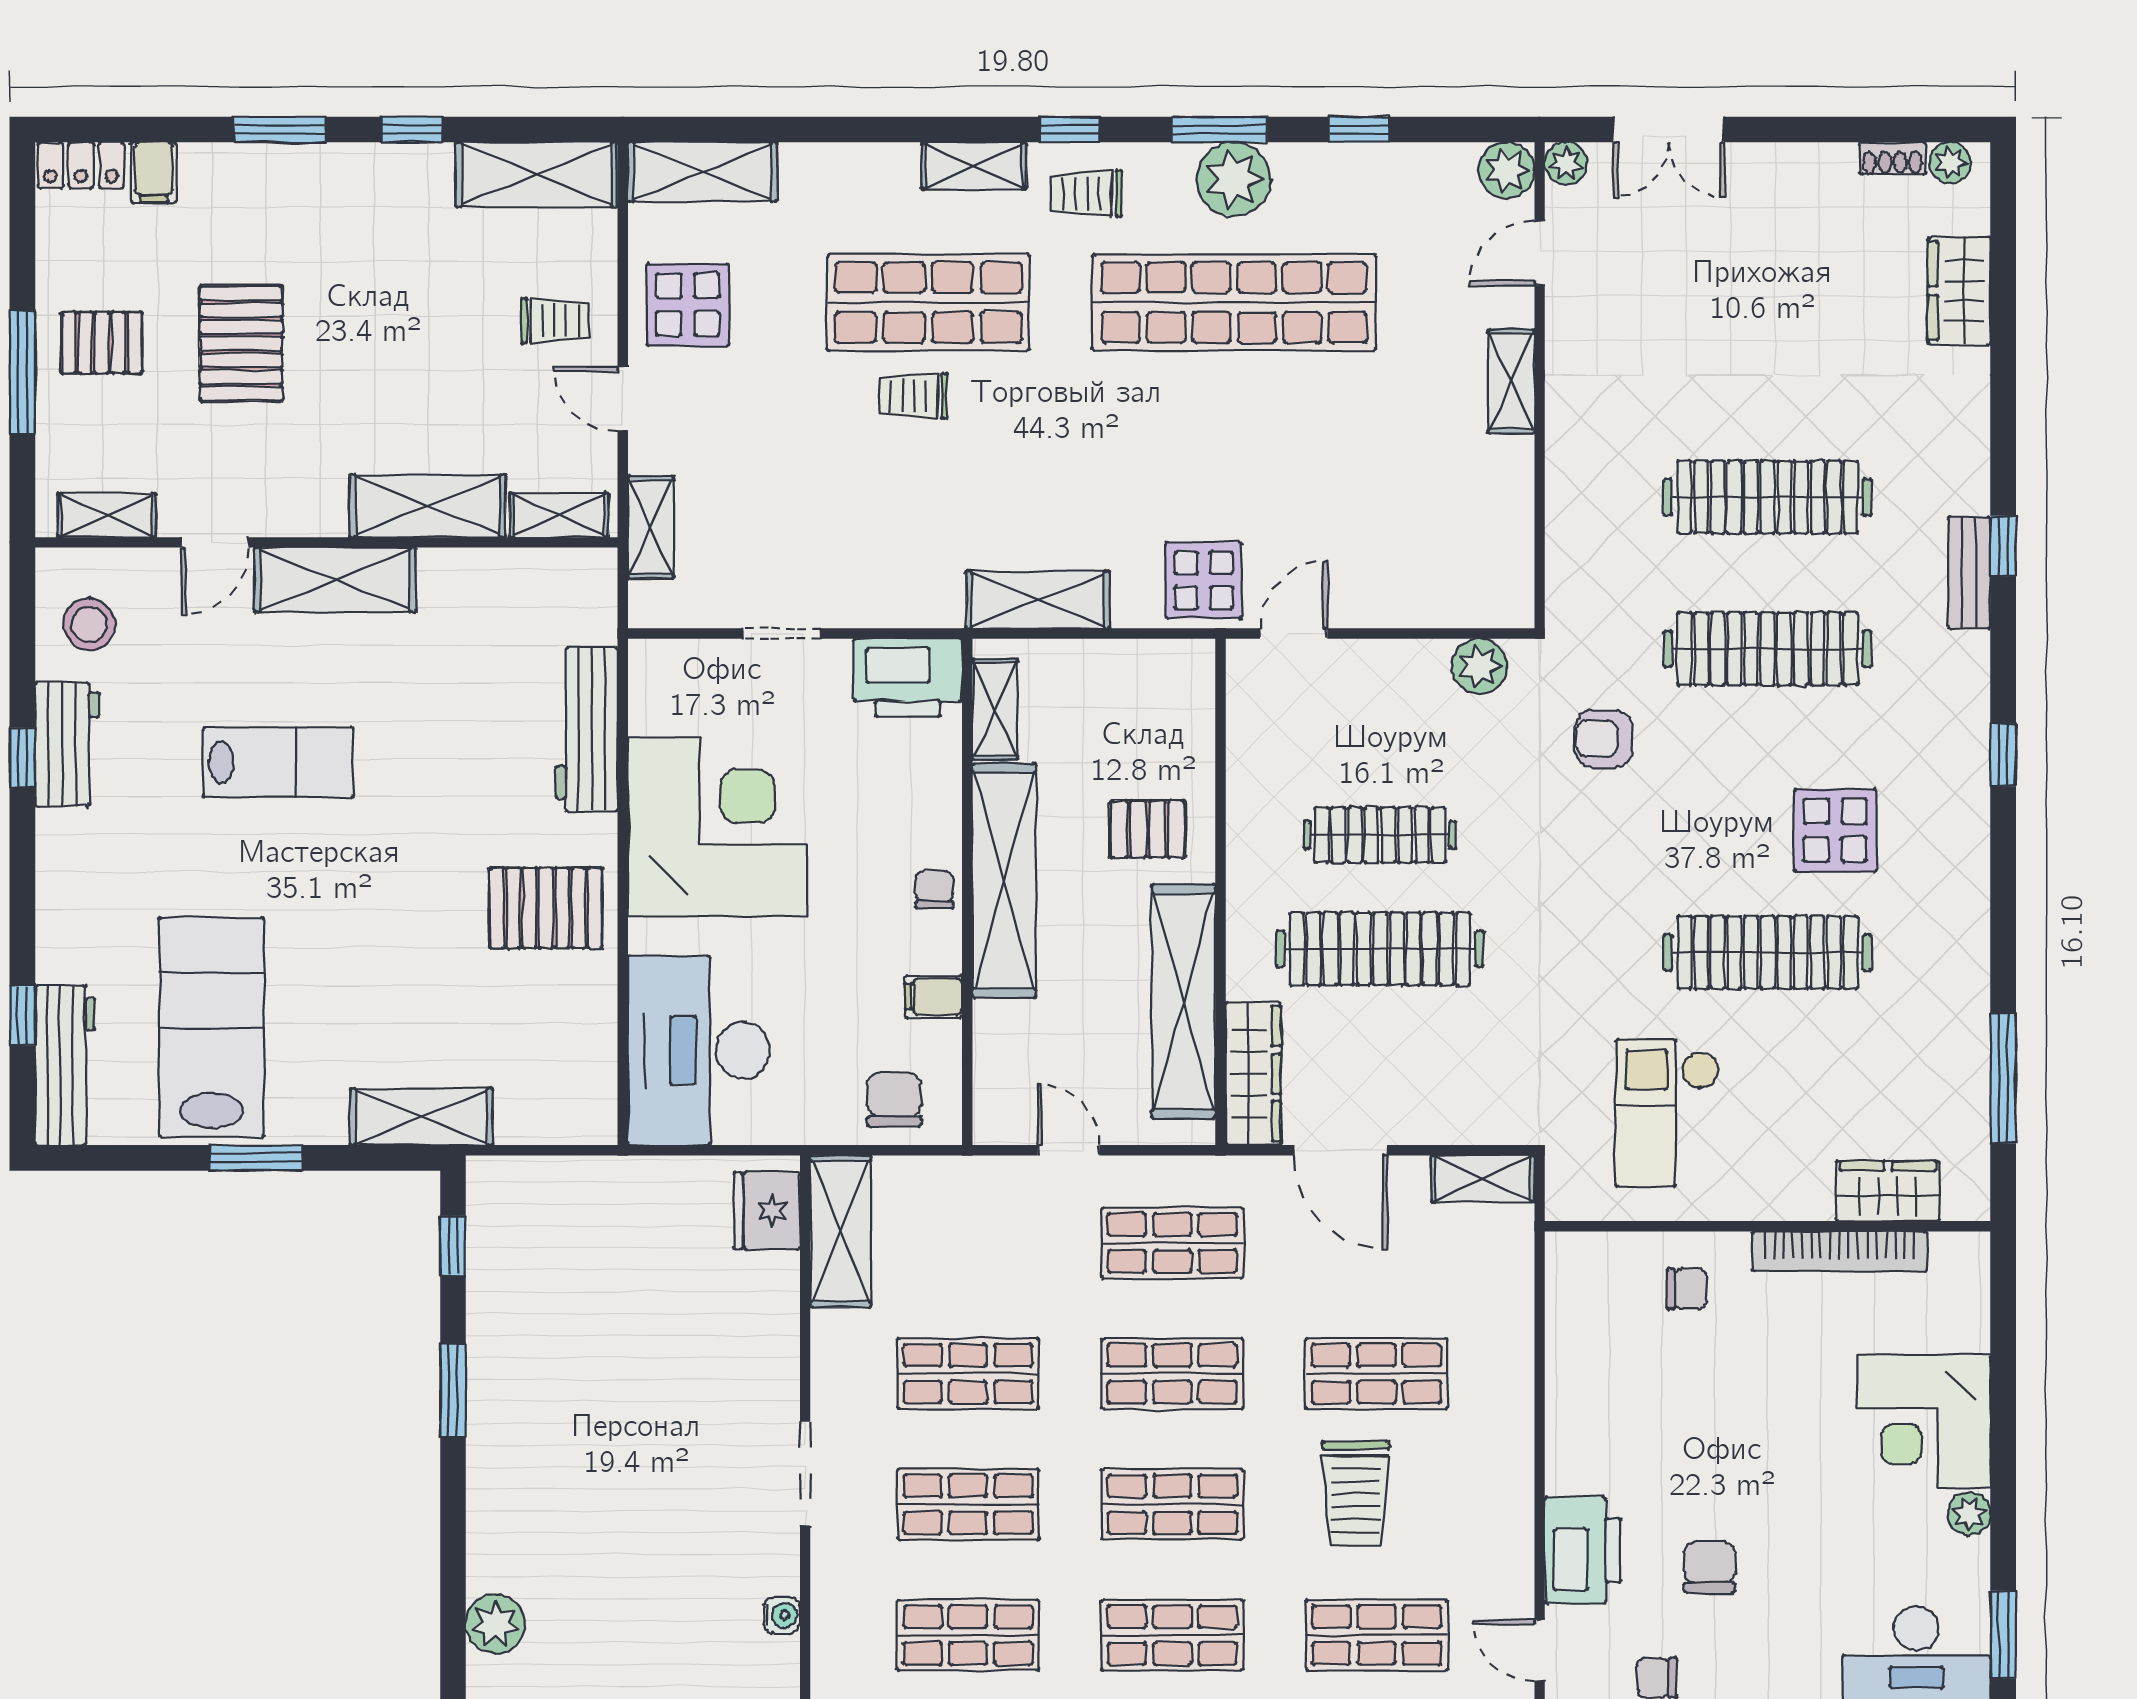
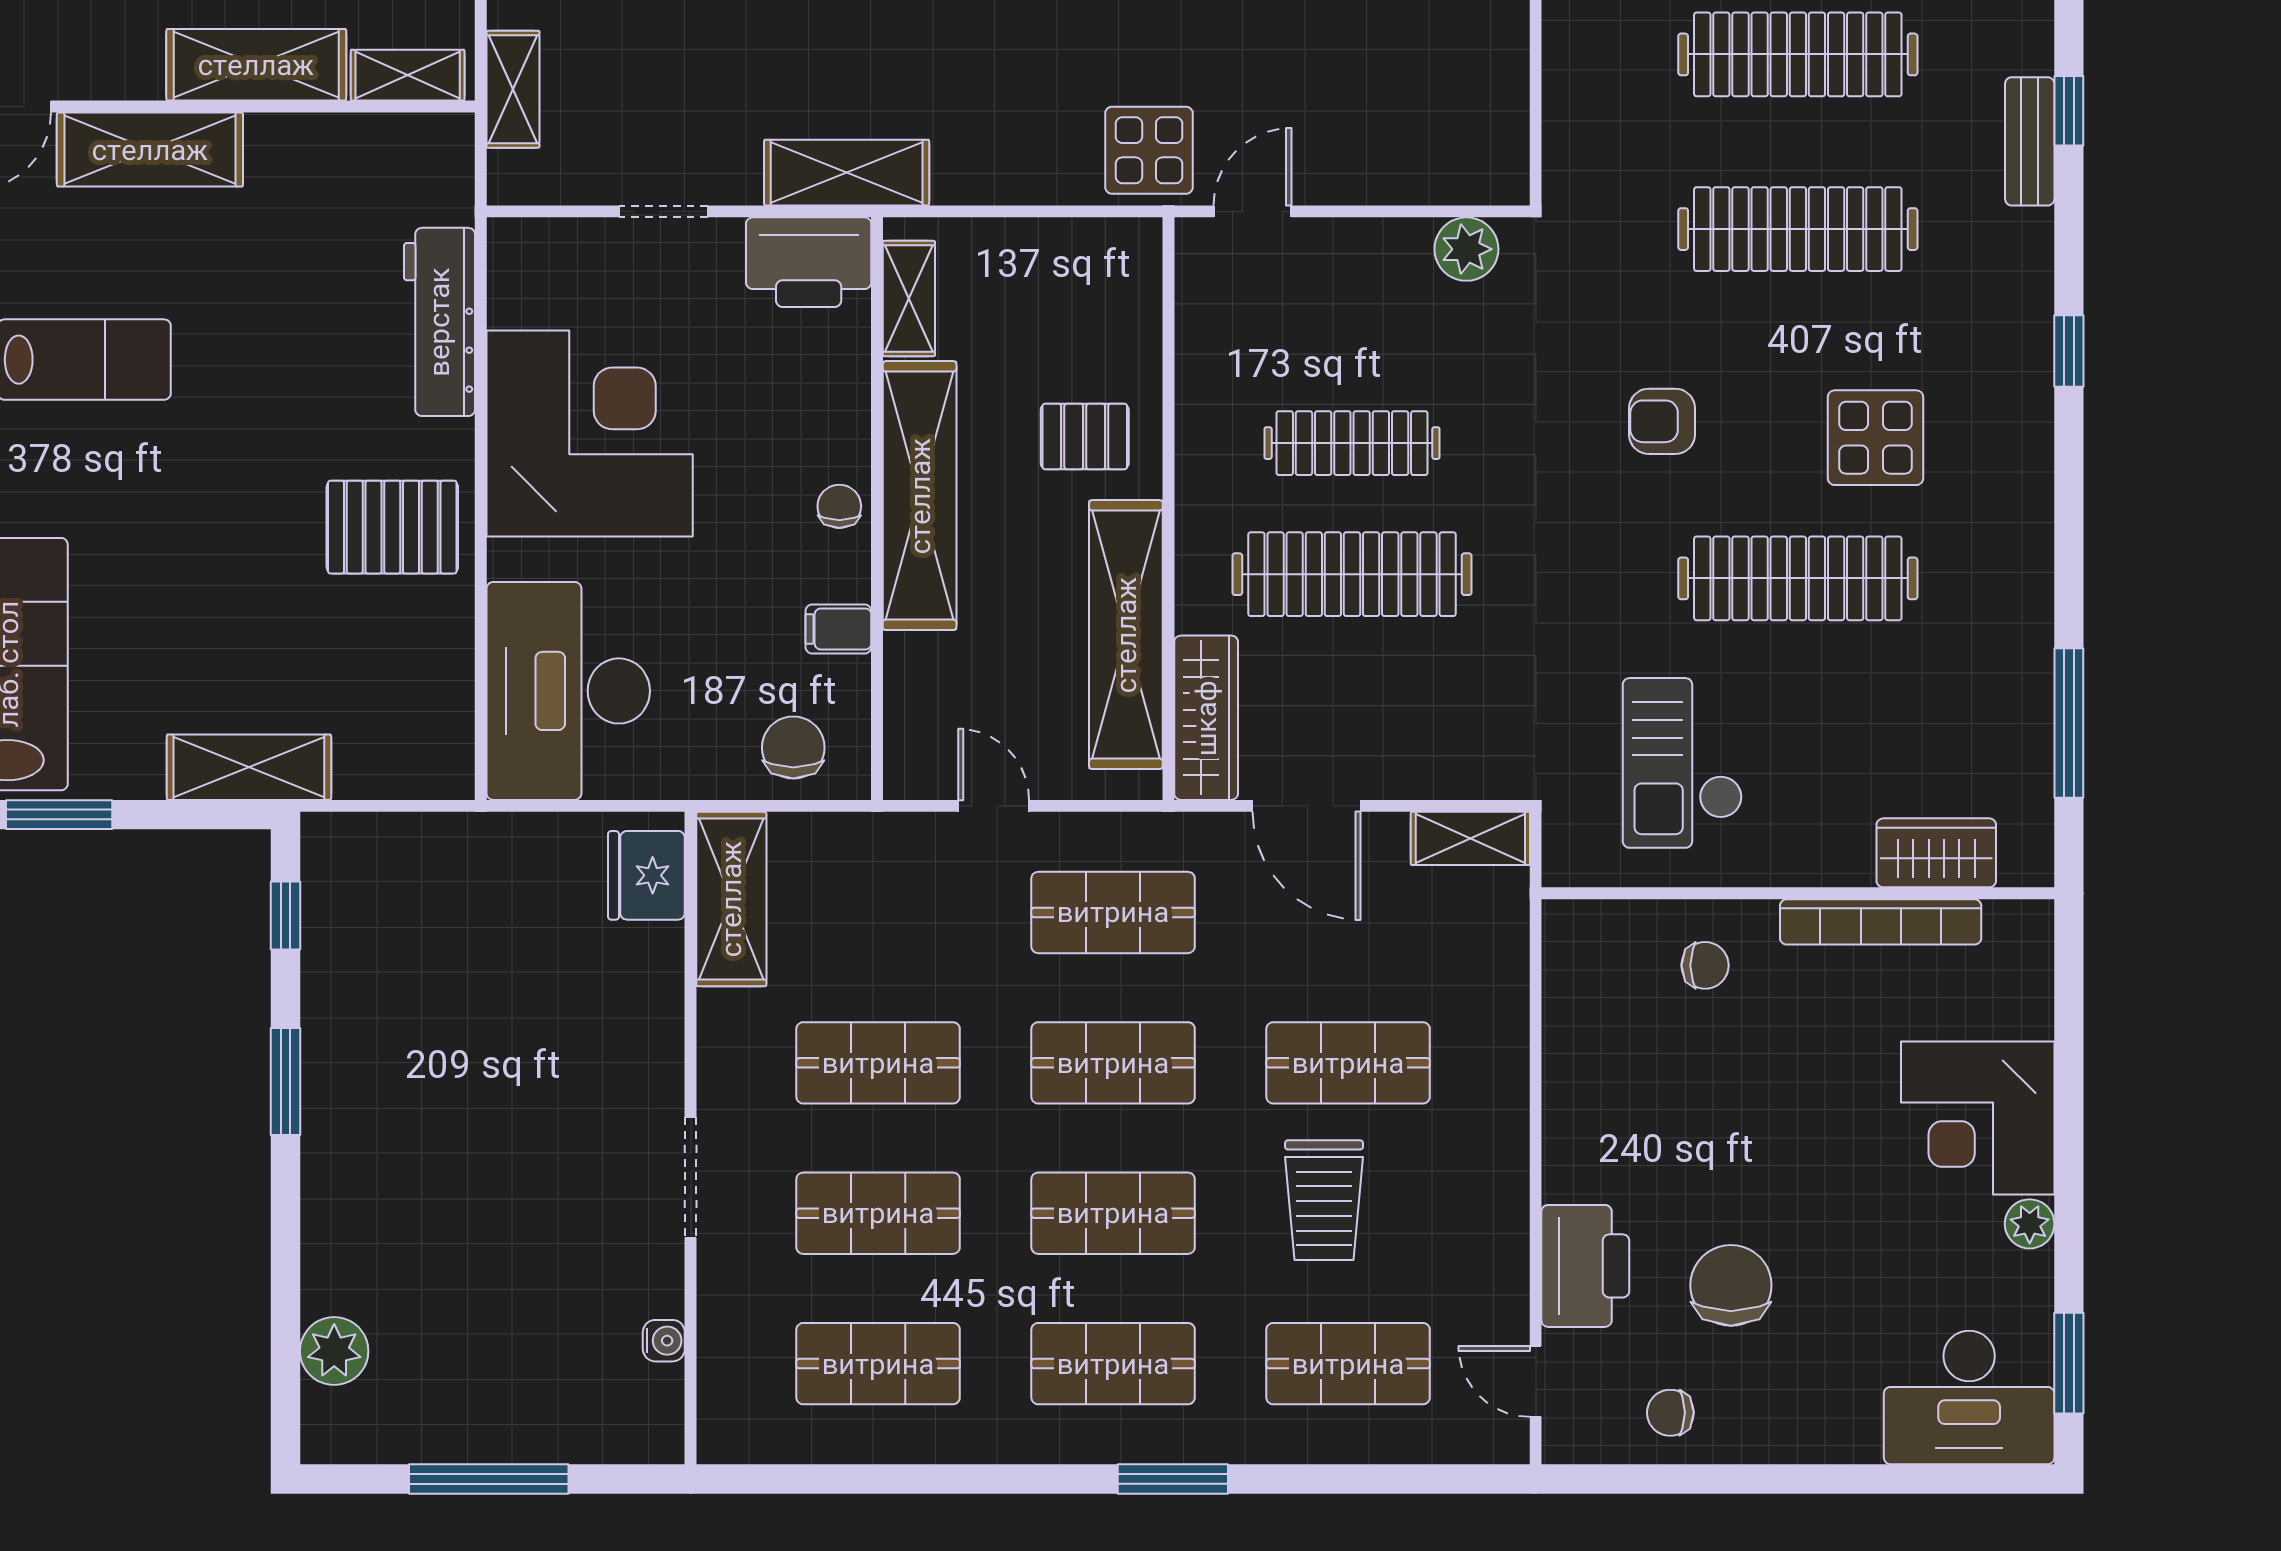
shelving: (1038, 600) -> (847, 173), moved
armchair: (1604, 739) -> (1662, 421), moved
chair: (1709, 1567) -> (1731, 1285), width x1.37, depth x1.37

